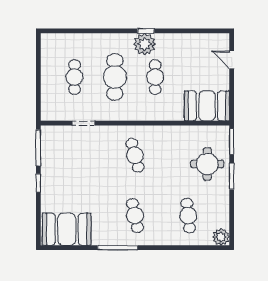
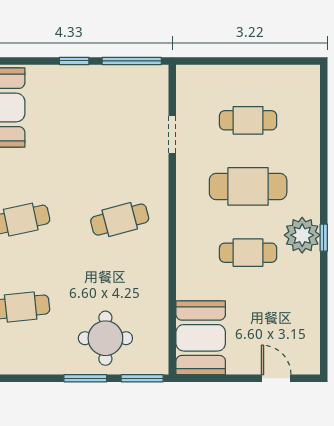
door: (232, 60) -> (276, 378), hinge flipped

